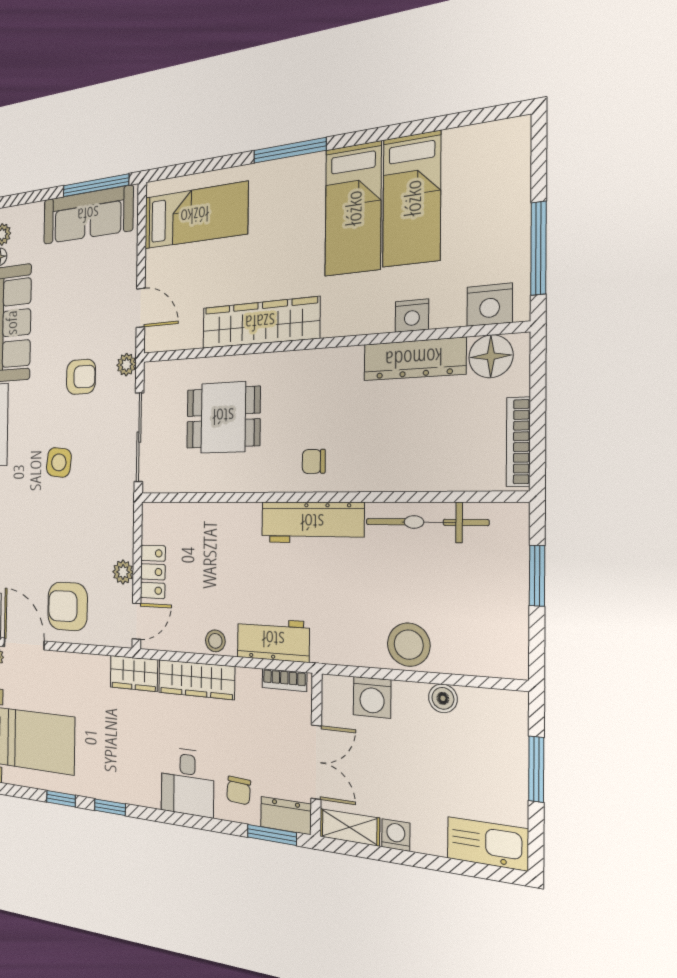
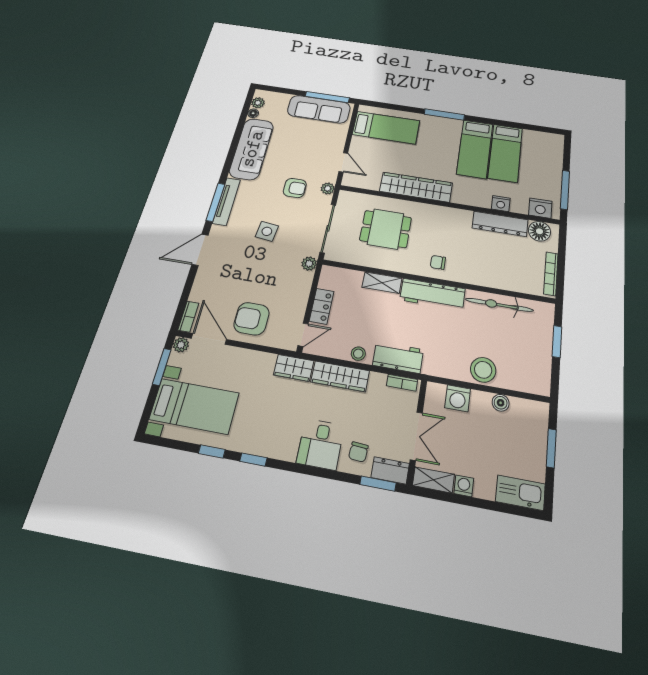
shelving: (232, 516) -> (382, 283), added
plant: (123, 572) -> (309, 264), moved

